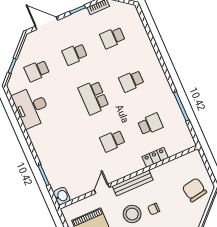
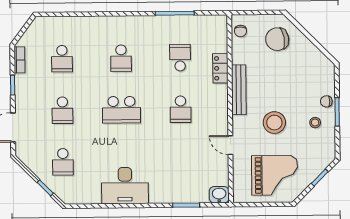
desk: (31, 107) -> (125, 186), moved
bench: (133, 183) -> (239, 90), moved
chair: (154, 209) -> (240, 31), moved

